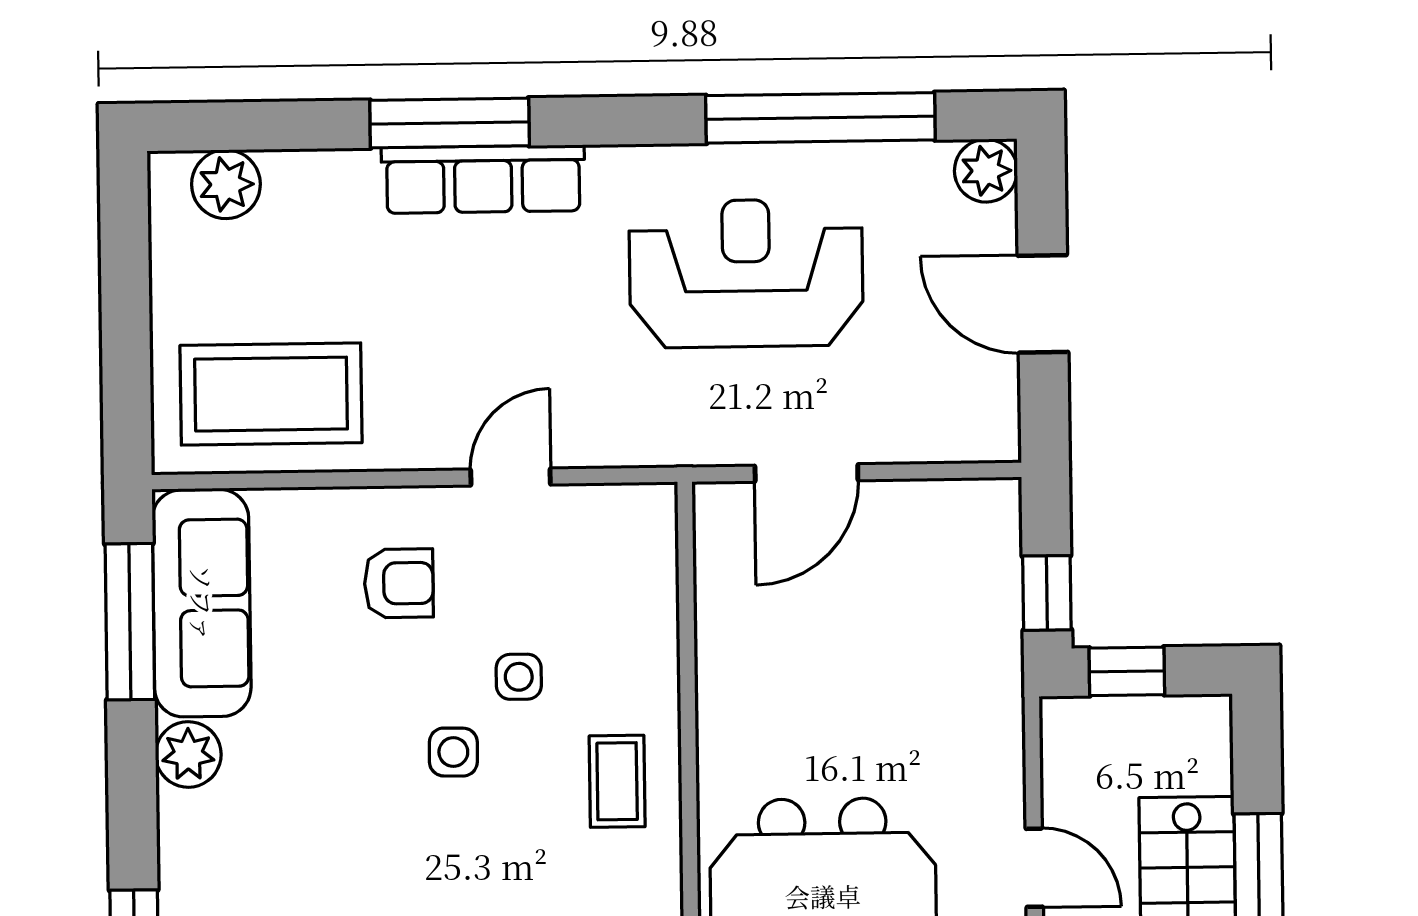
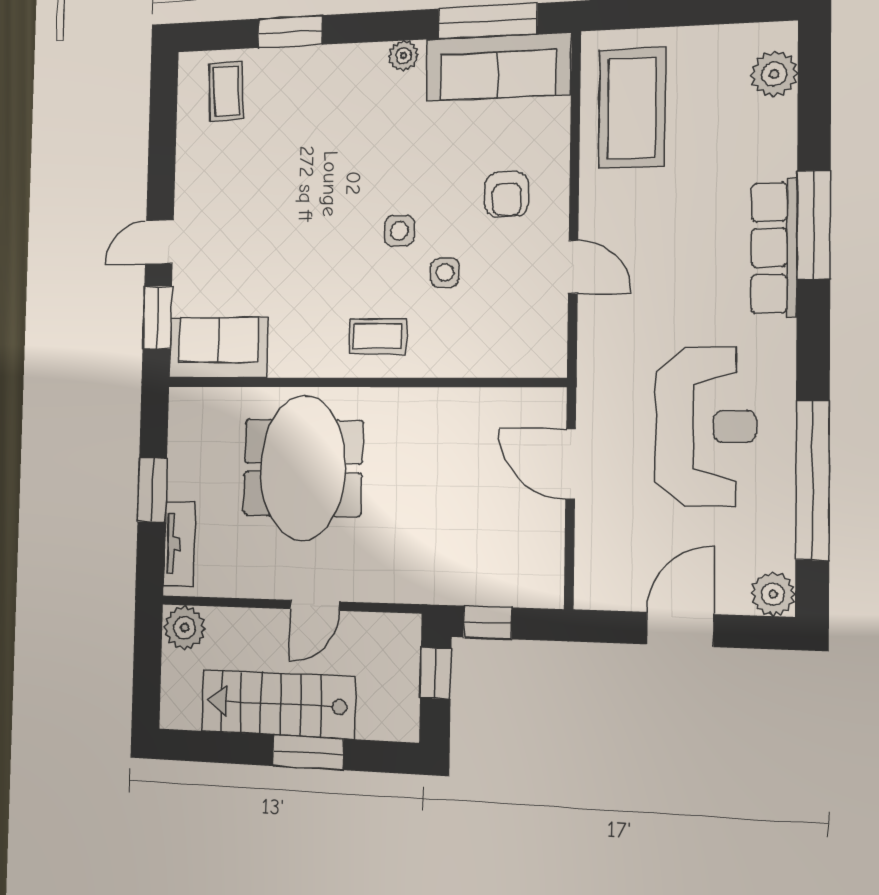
plant: (188, 754) -> (404, 56), width x0.73, depth x0.73

